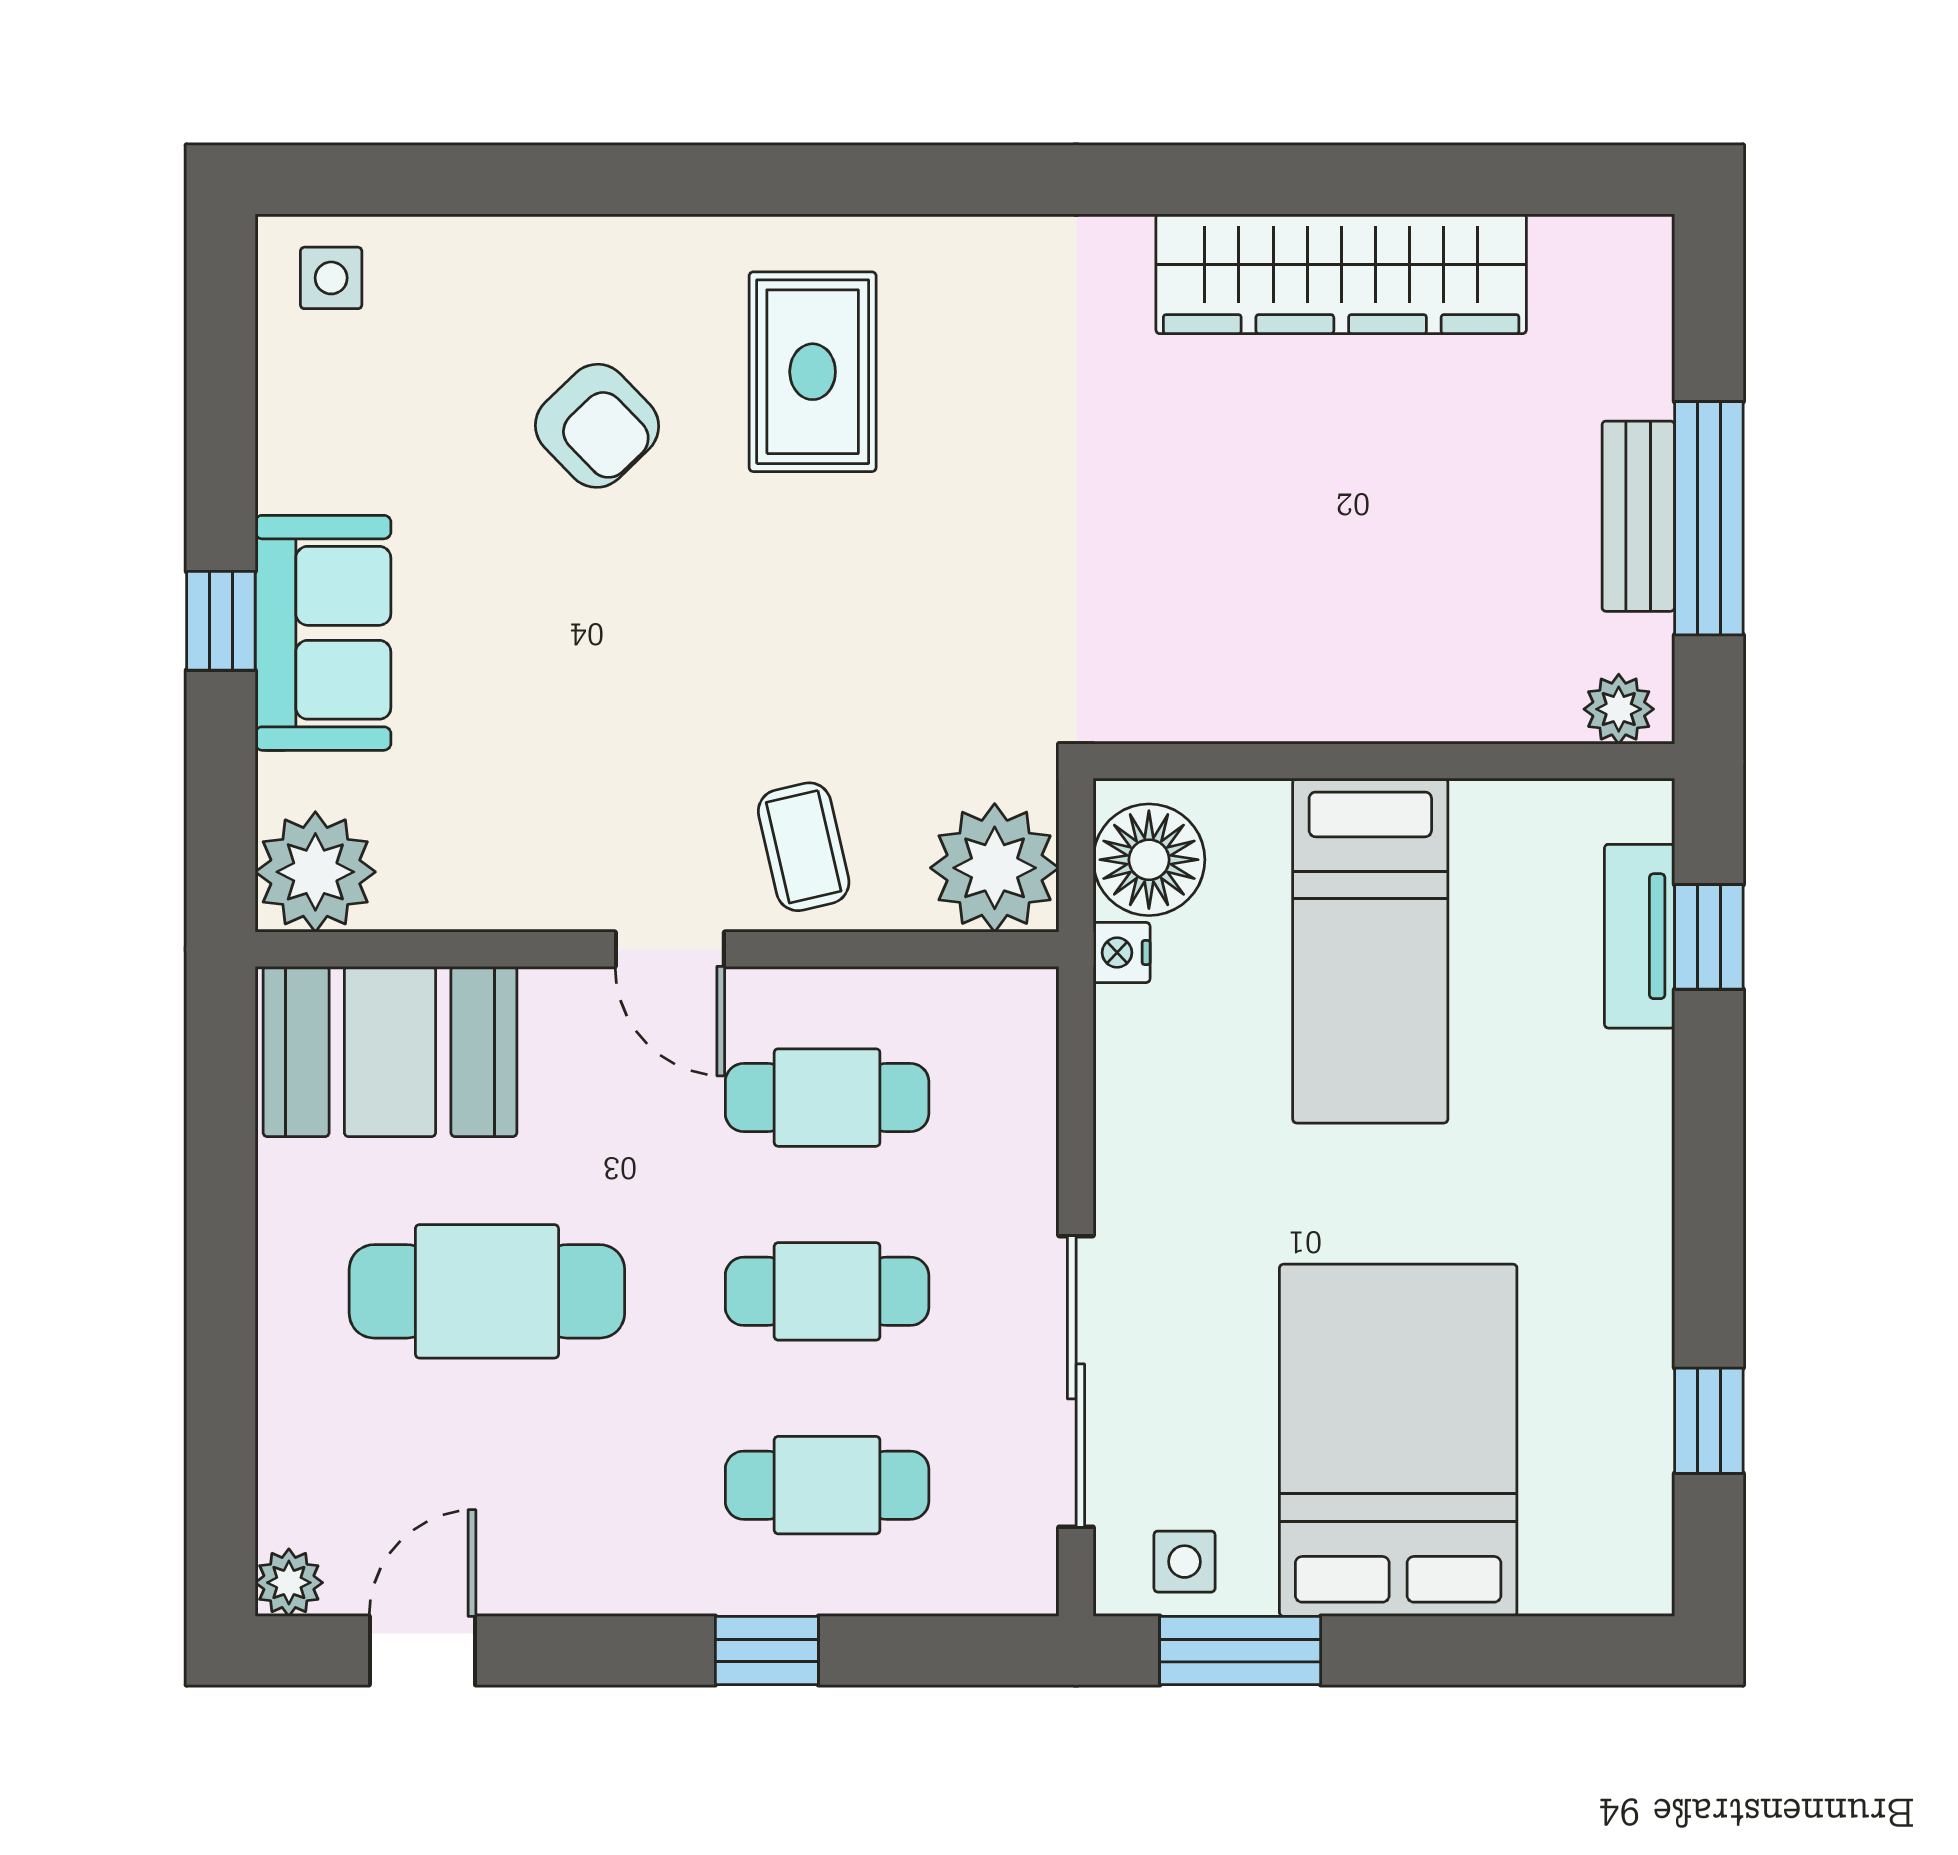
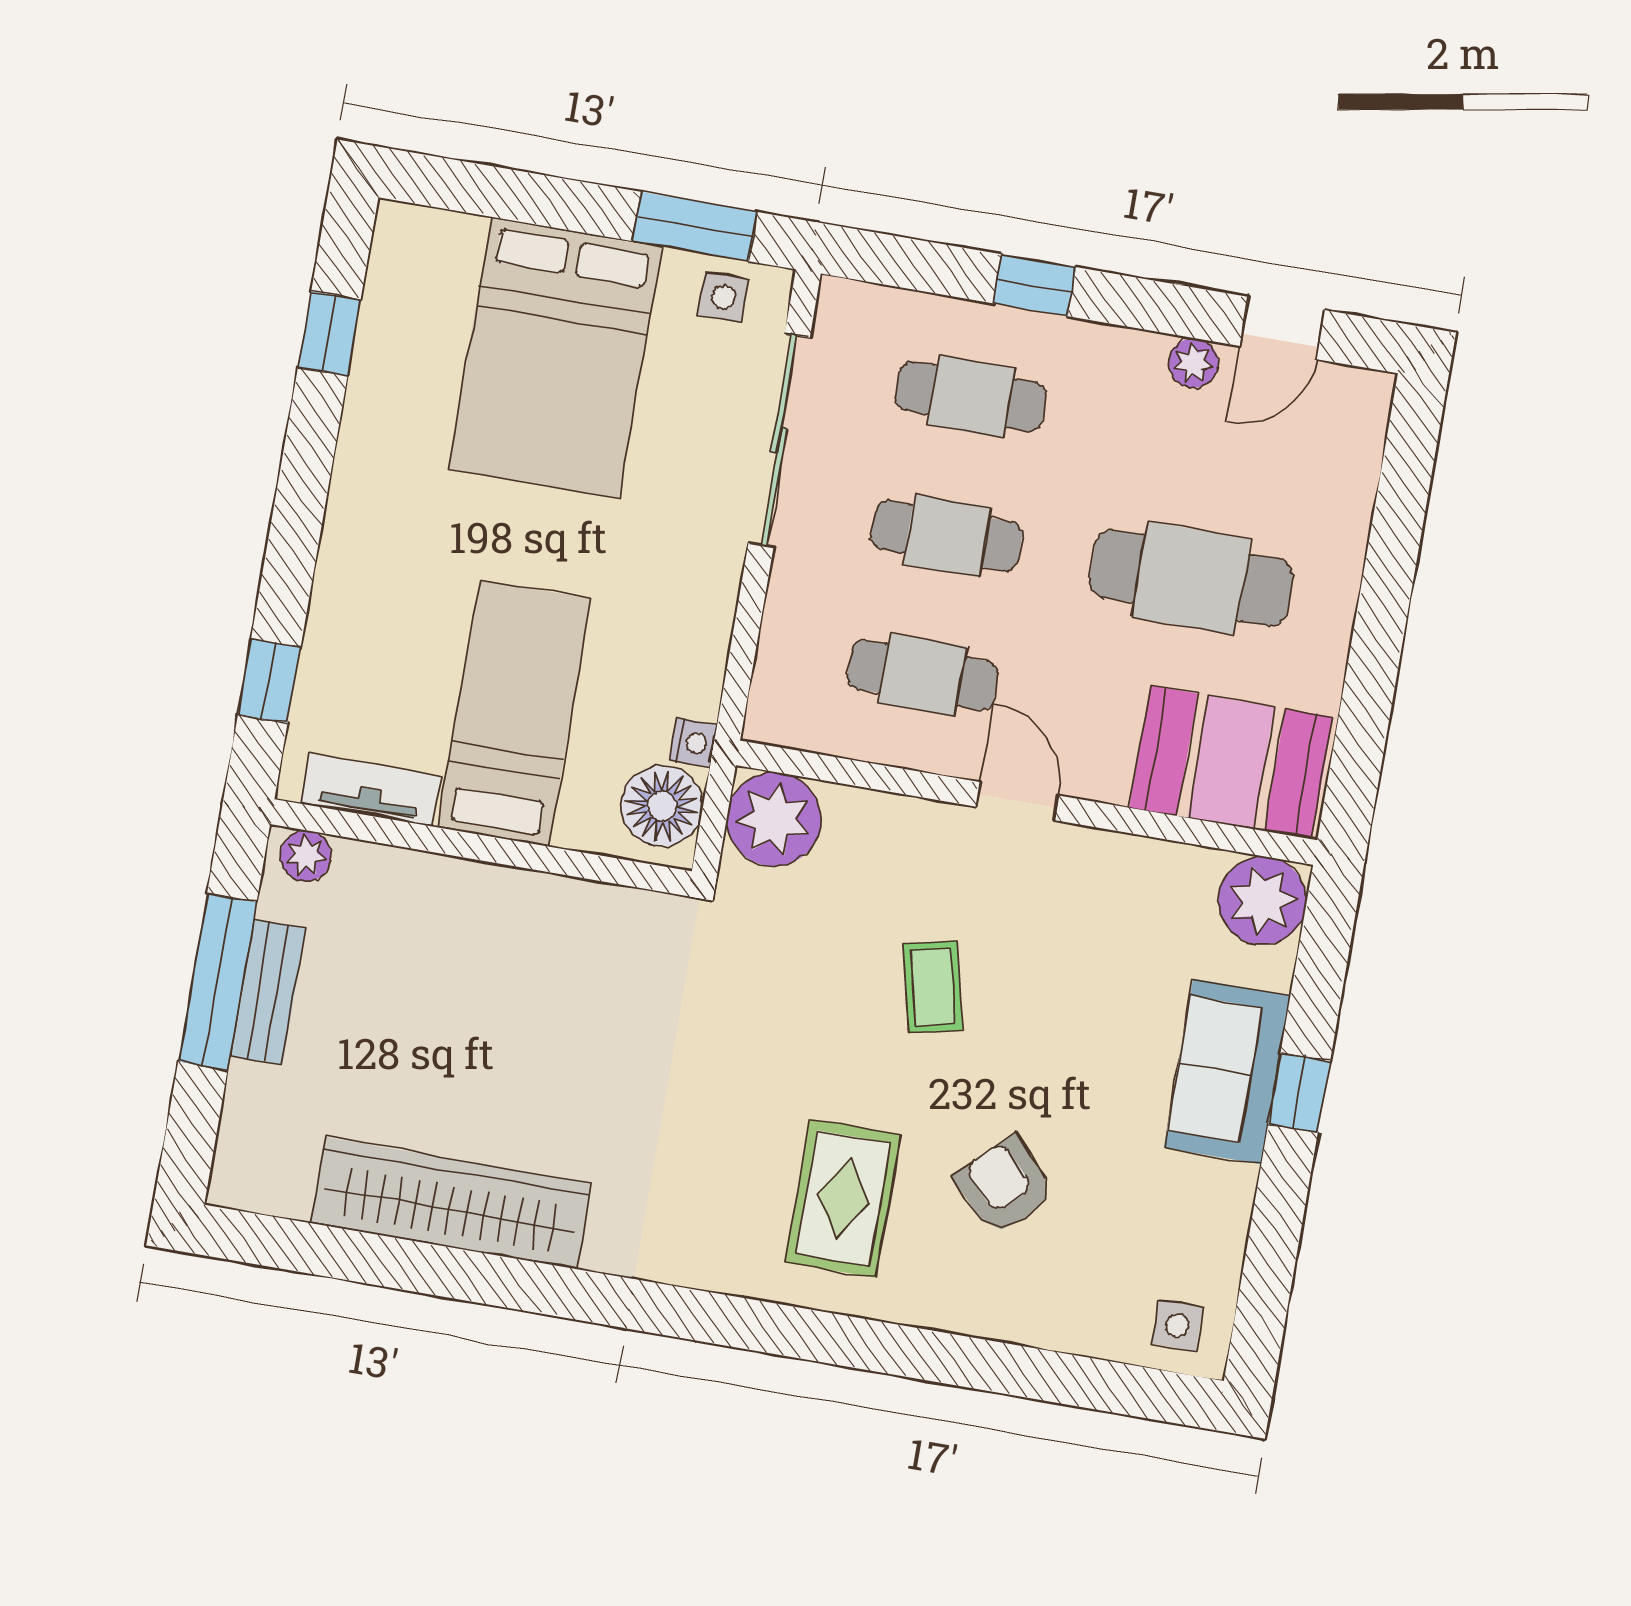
coffee table: (804, 847) -> (933, 987), moved
tv unit: (1640, 936) -> (371, 790), moved, turned -90
plant: (289, 1583) -> (1193, 363), moved

